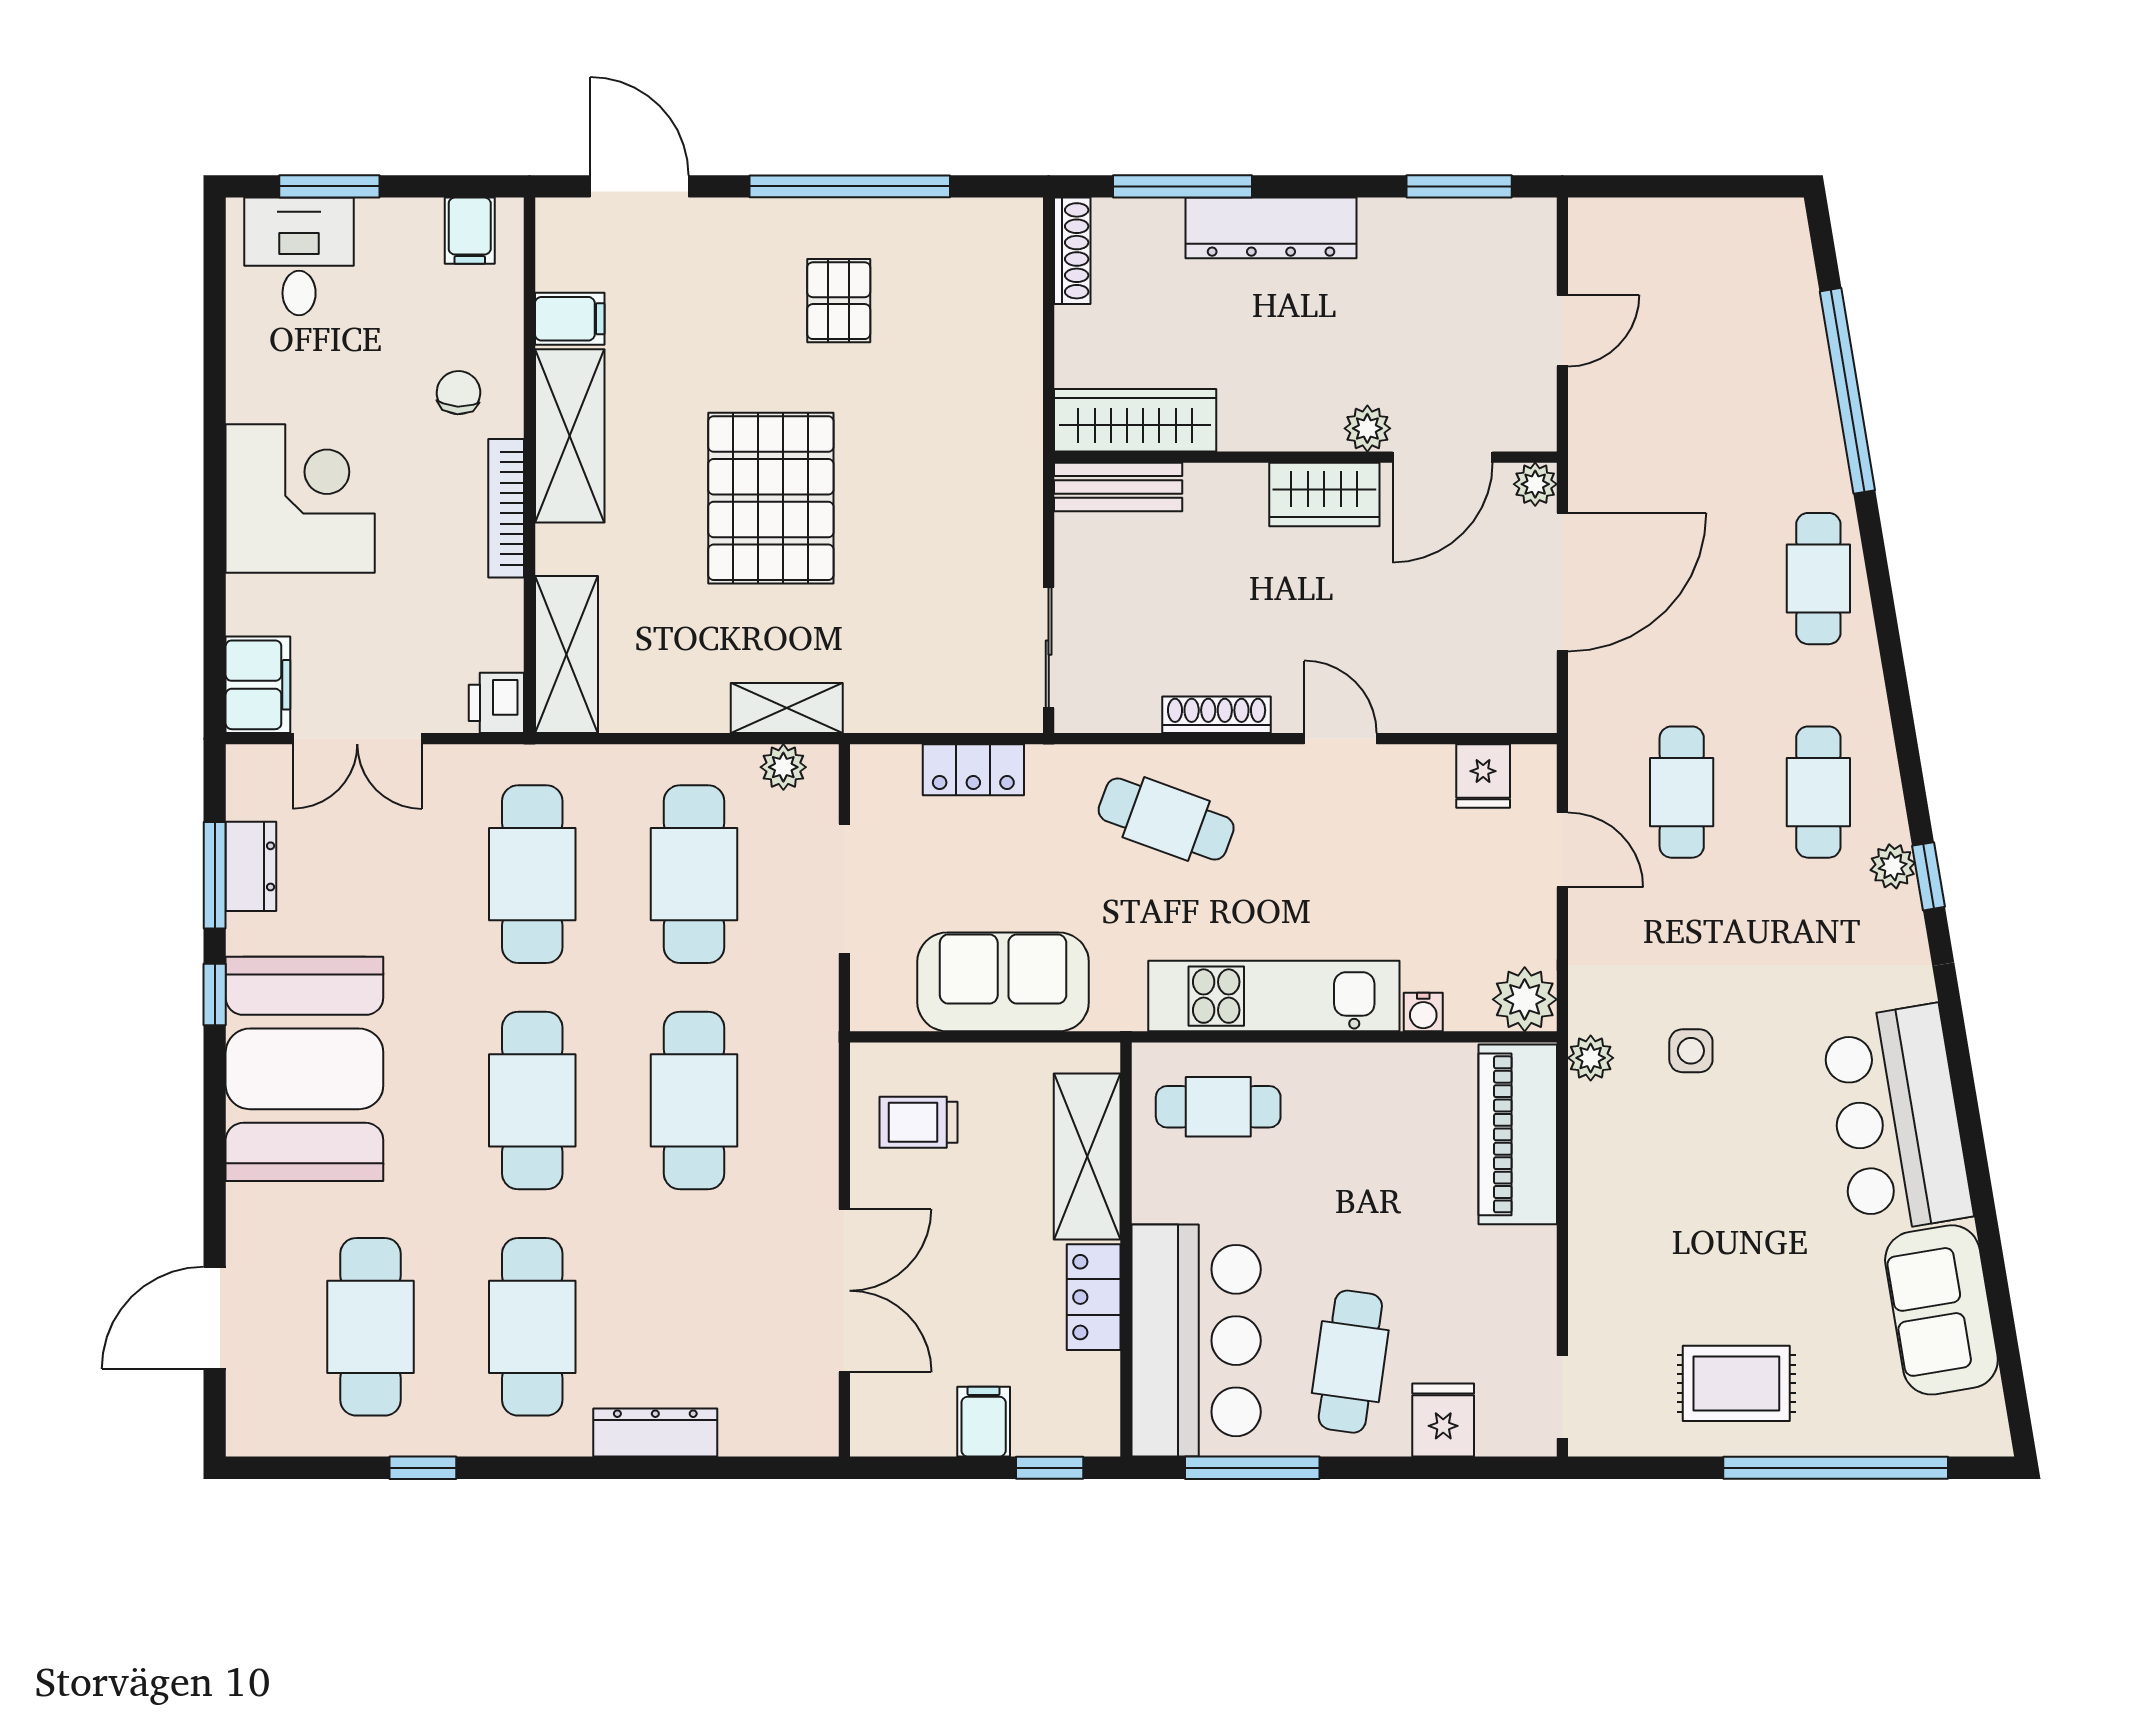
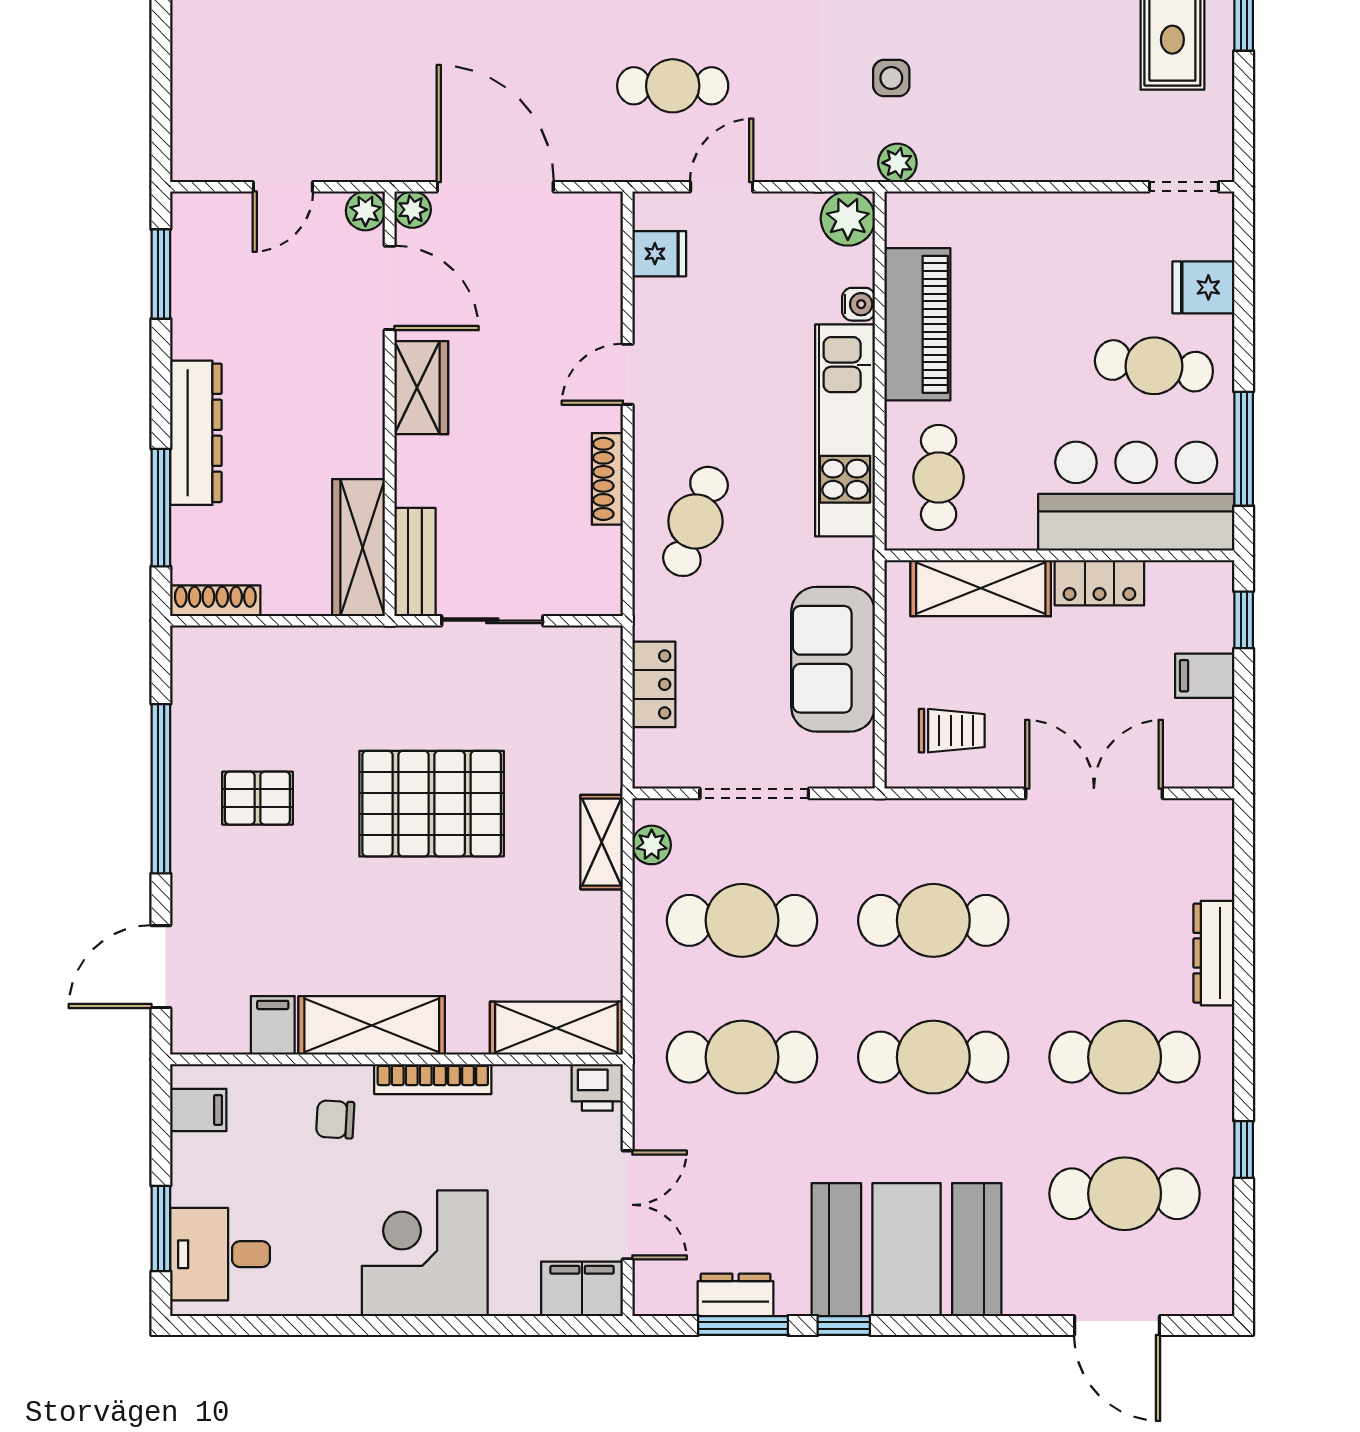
door: (1562, 331) -> (283, 187), swing flipped
plant: (1367, 428) -> (365, 211), moved
pallet: (771, 498) -> (432, 804), moved
sliding door: (1049, 648) -> (492, 621), moved
trolley: (919, 1122) -> (952, 731), turned -90
piano: (1518, 1134) -> (917, 324), moved, turned -90

